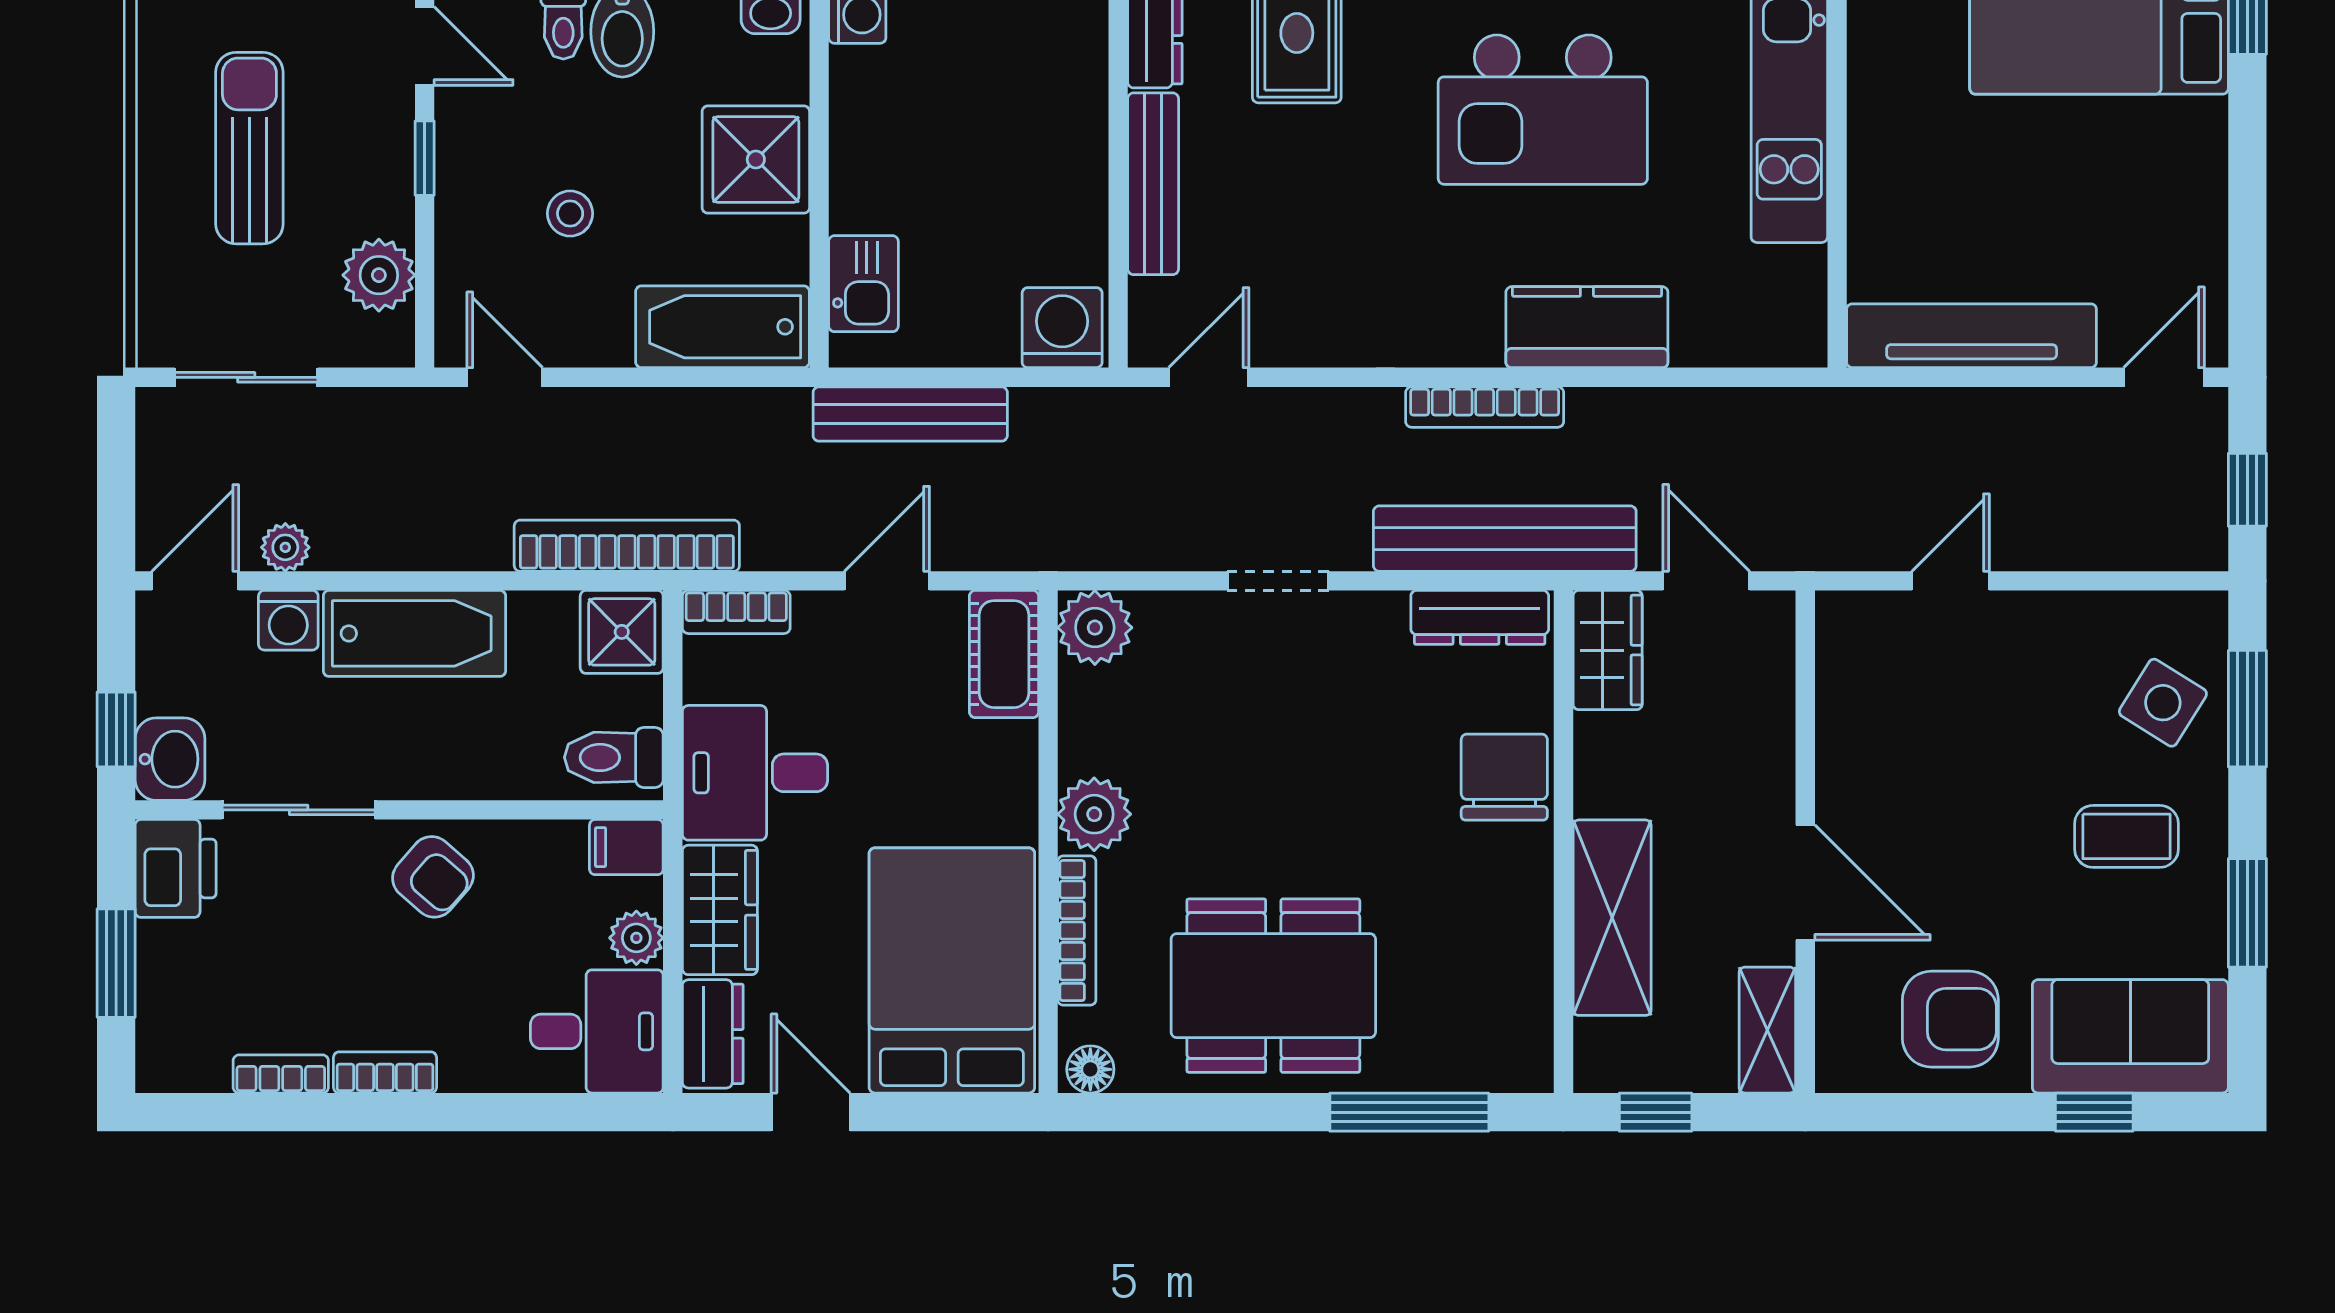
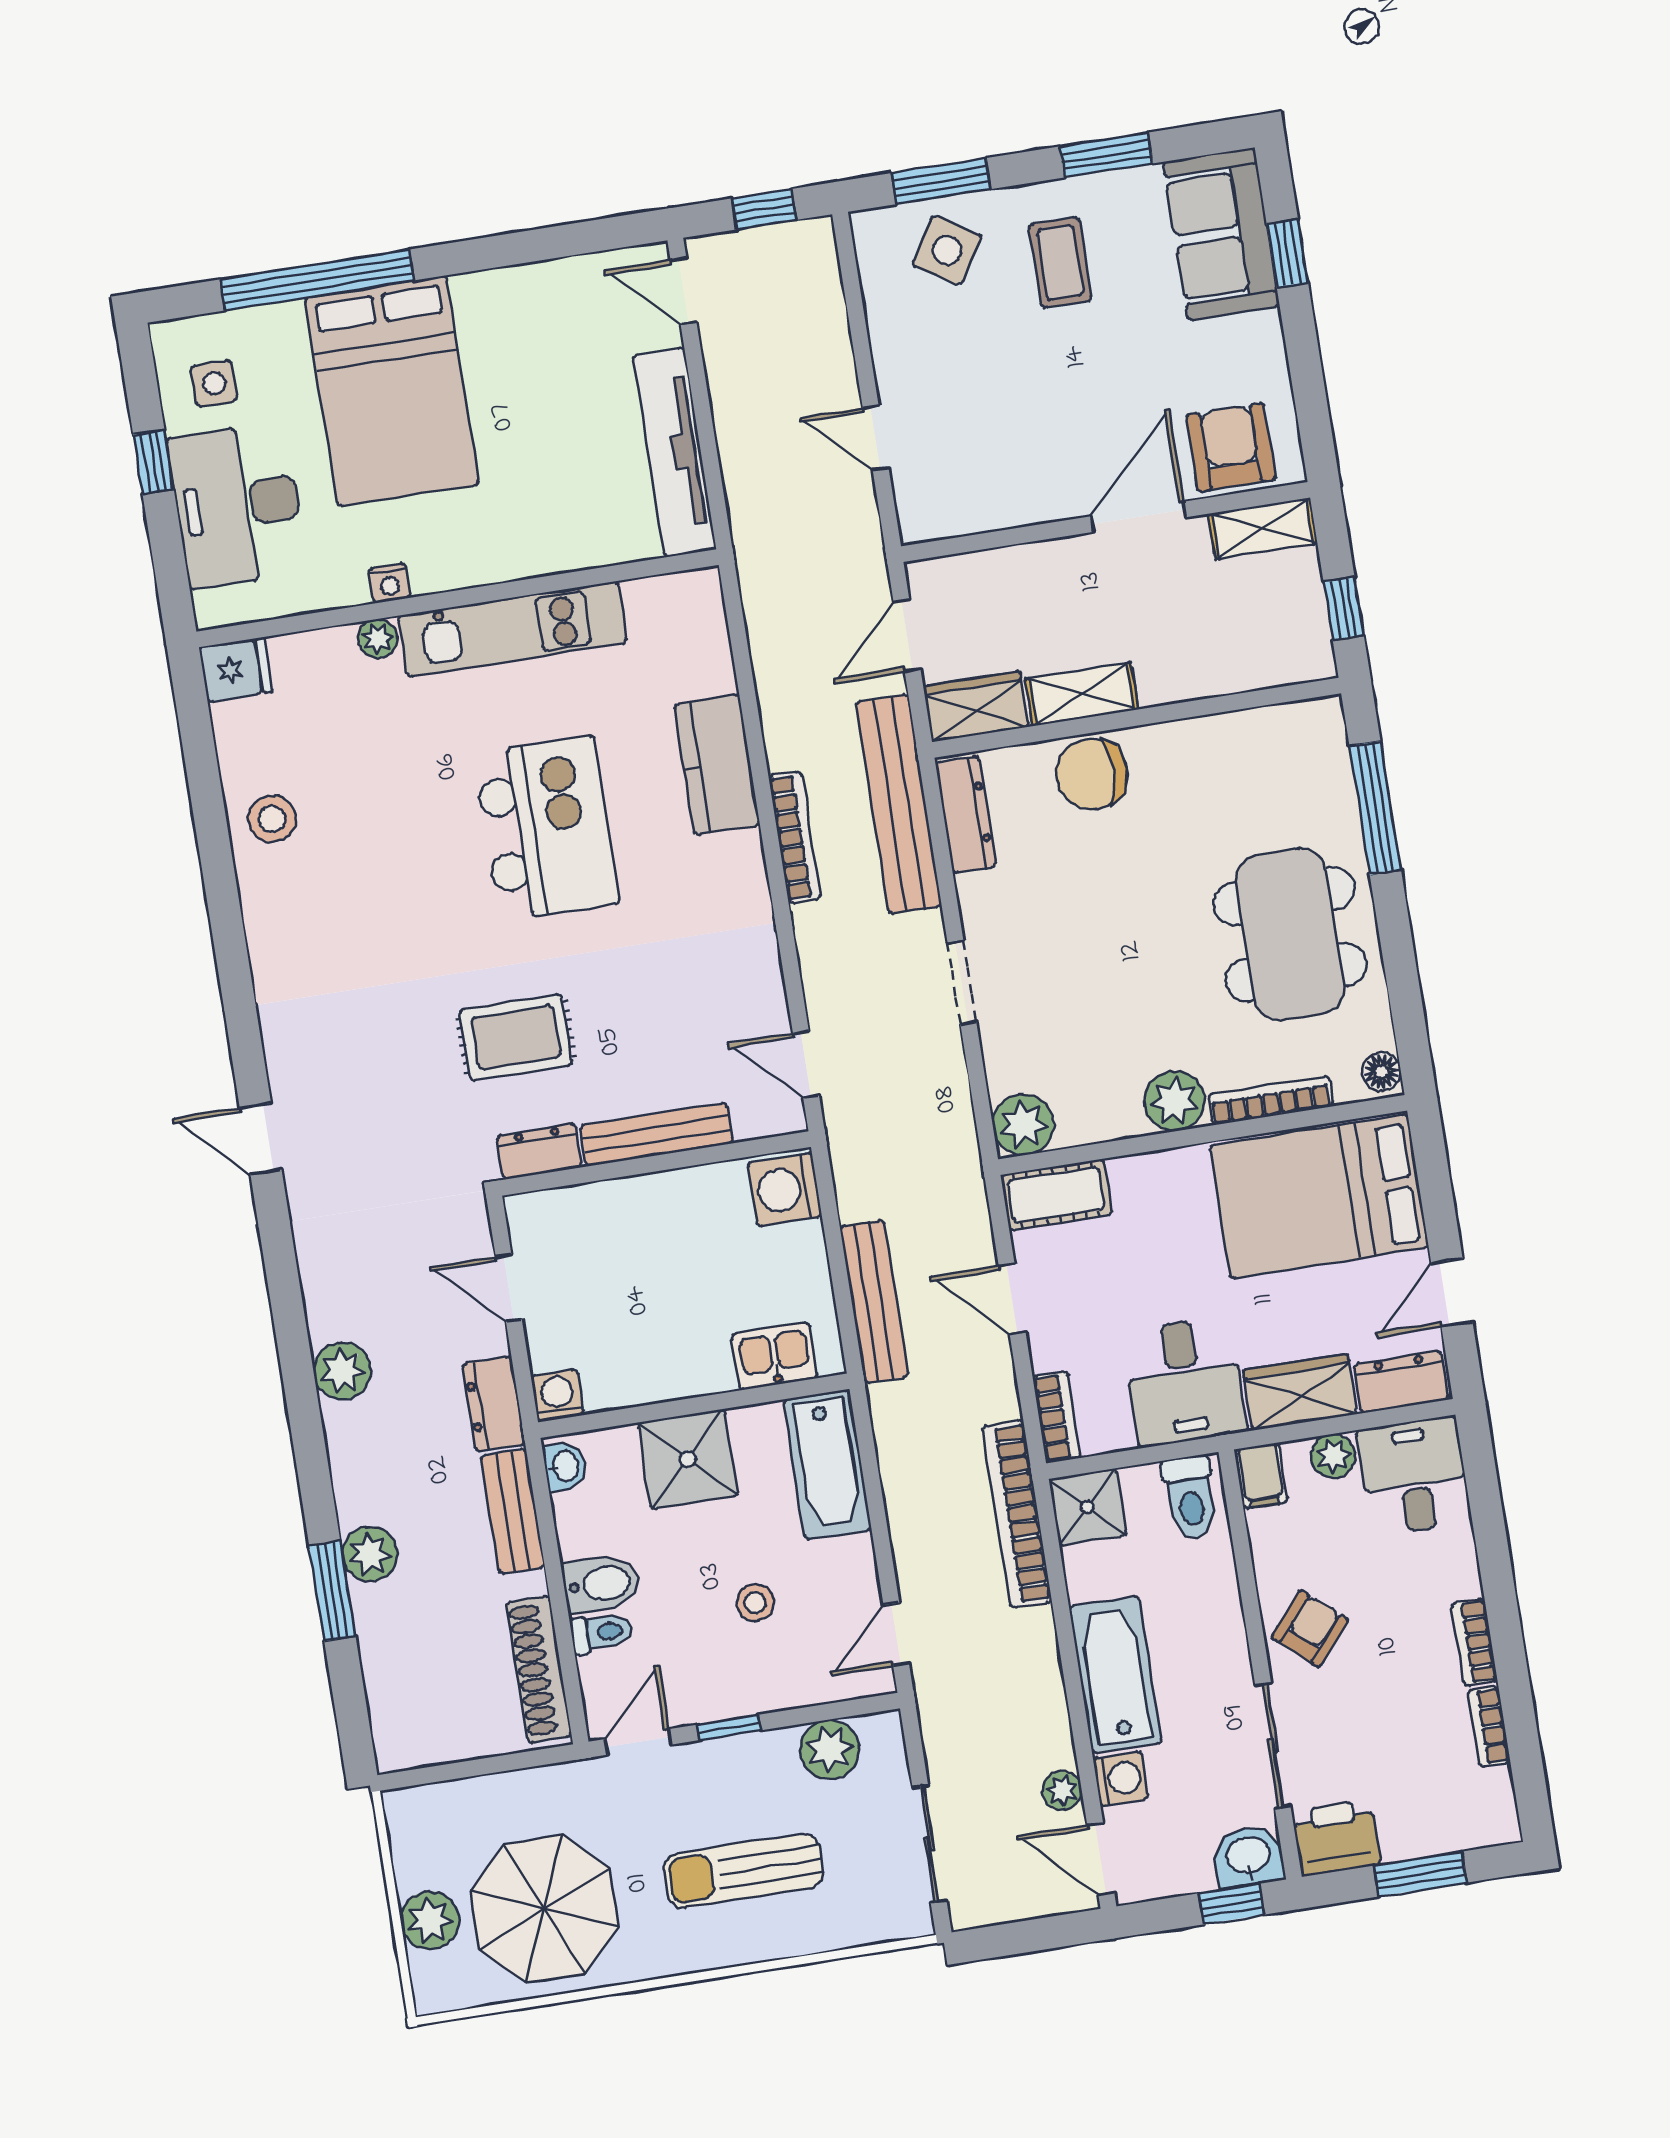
shelving: (1612, 918) -> (1082, 694), moved, width x0.67, depth x0.75
armchair: (1950, 1019) -> (1231, 447), moved

